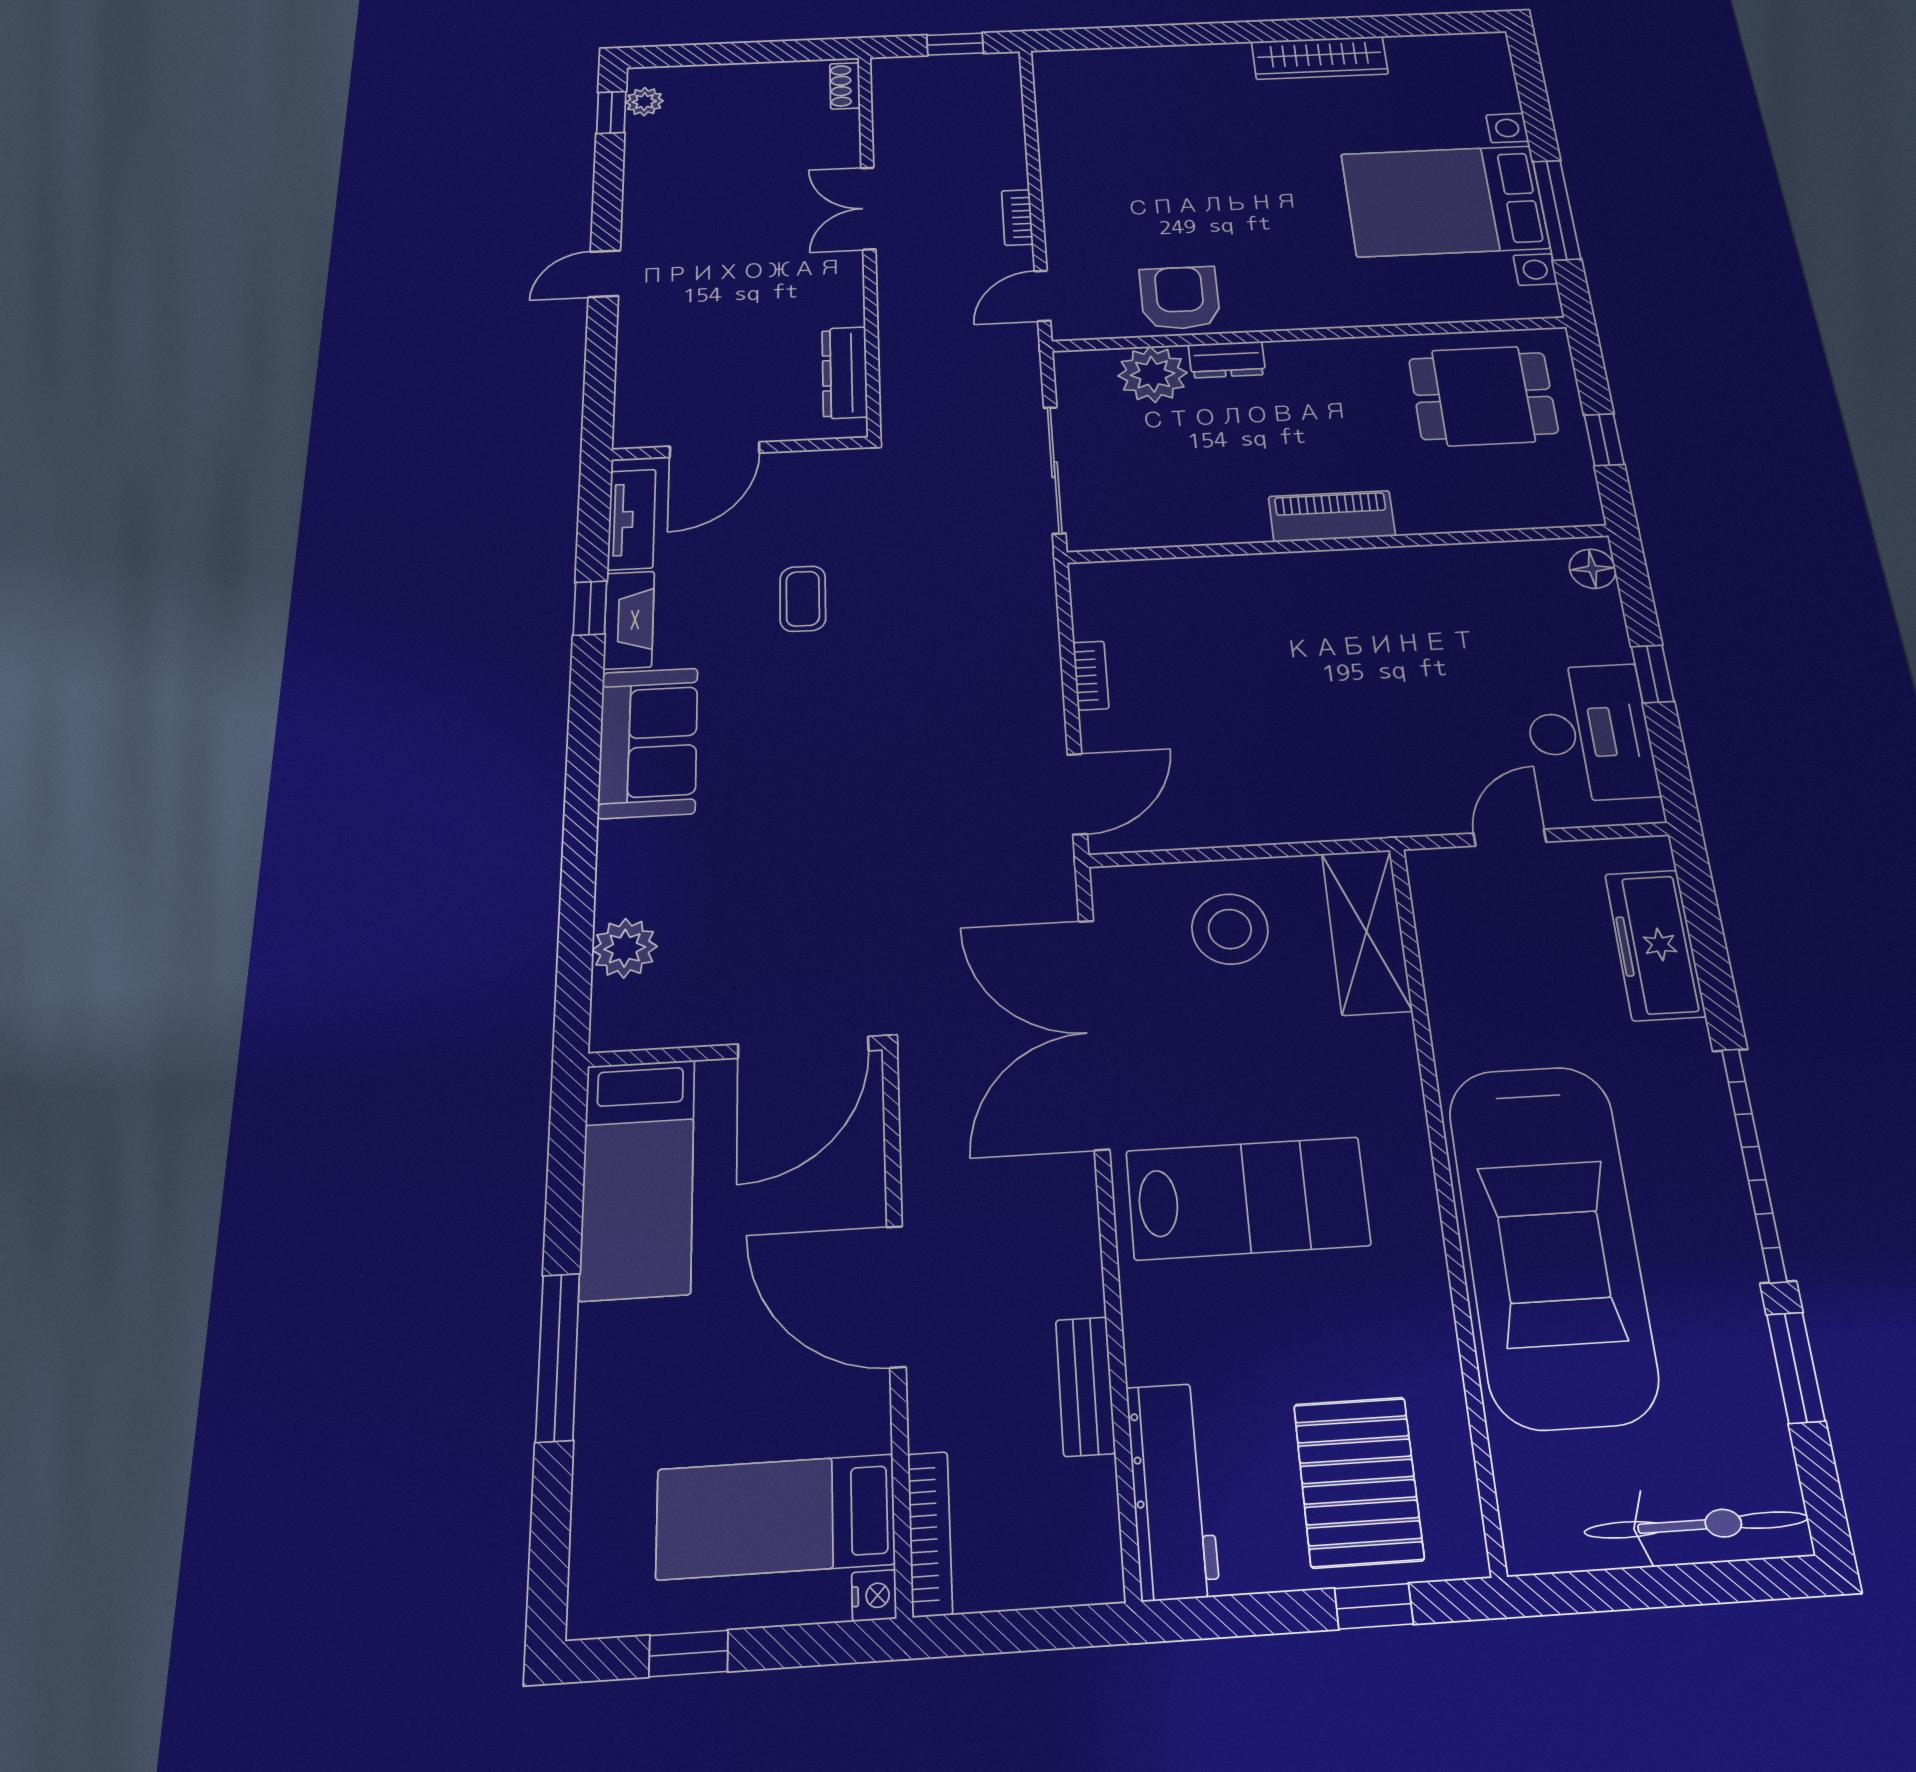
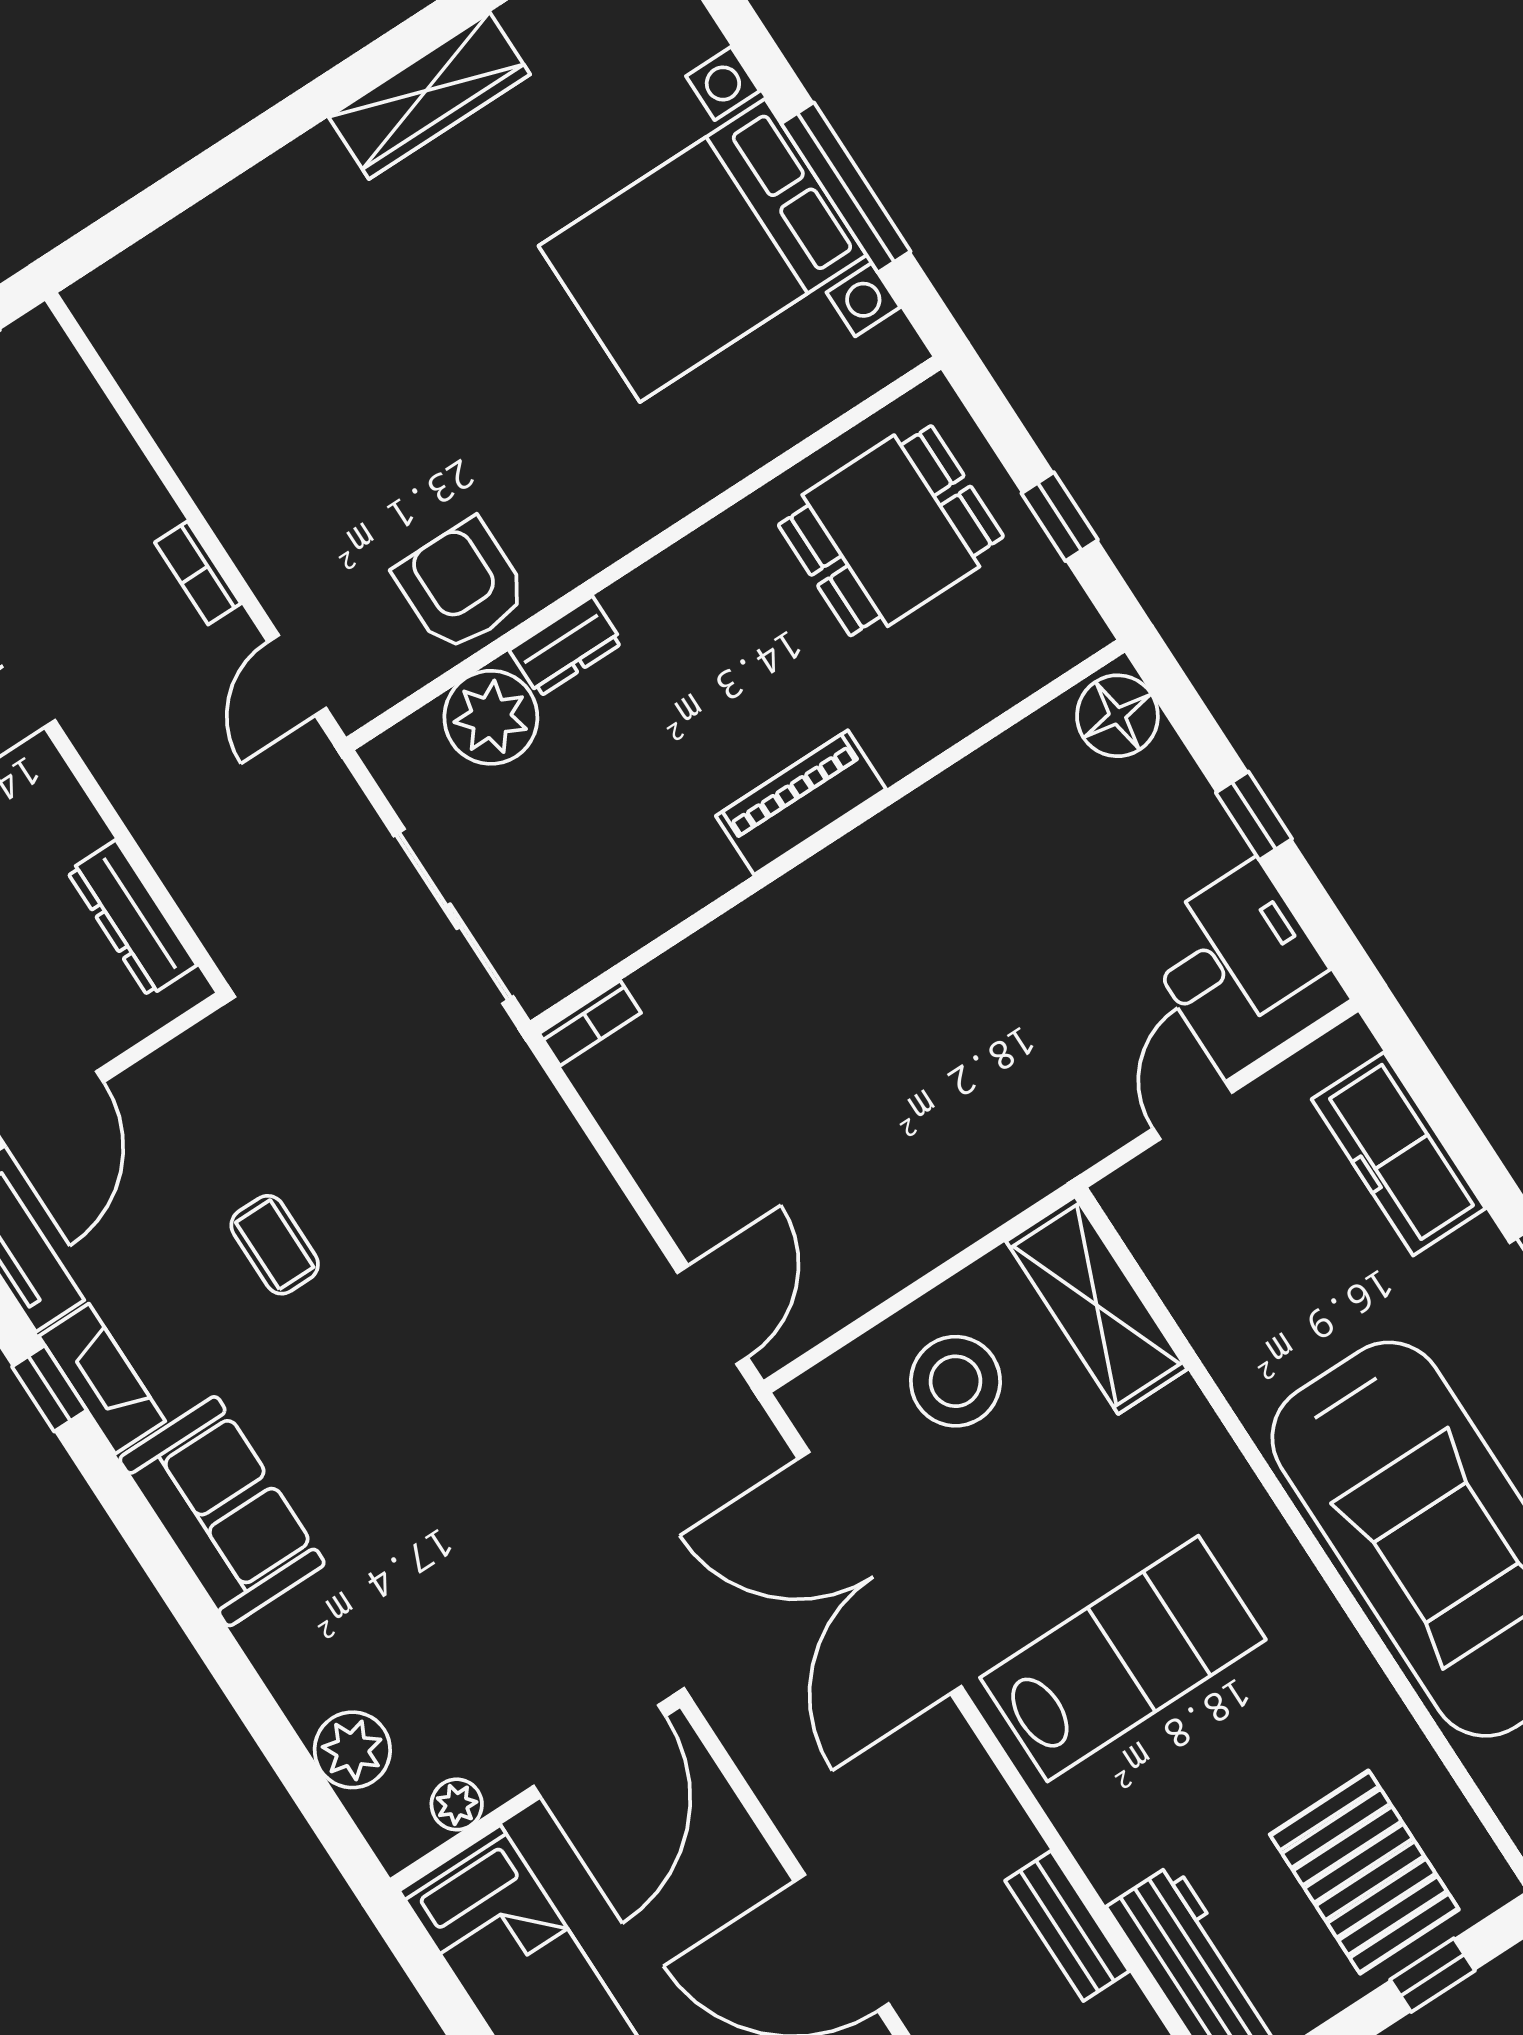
floor lamp: (1593, 569) -> (1117, 716), width x1.38, depth x1.38
bookcase: (1091, 675) -> (590, 1023), moved, turned 90
desk: (1589, 733) -> (1232, 952), width x0.73
plant: (673, 1028) -> (457, 1804), added

